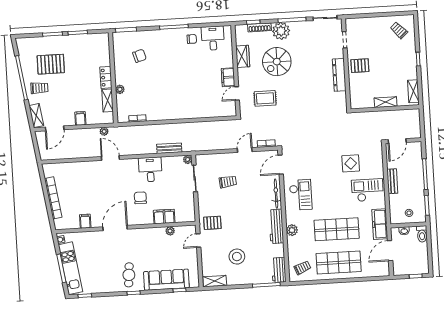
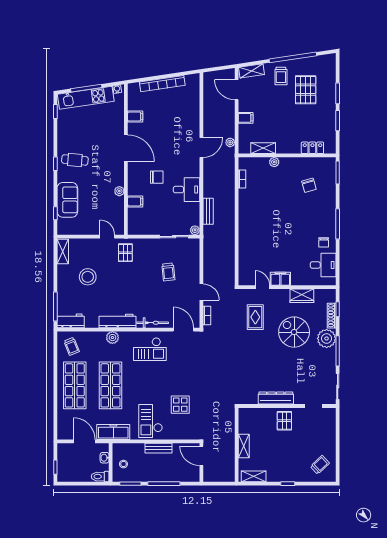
locker: (106, 77) -> (312, 148), moved
checkout: (367, 190) -> (151, 421), turned 180
filing cabinet: (164, 217) -> (135, 201), width x0.50
plant: (170, 231) -> (119, 191), moved
sofa: (166, 280) -> (67, 200), width x0.73

